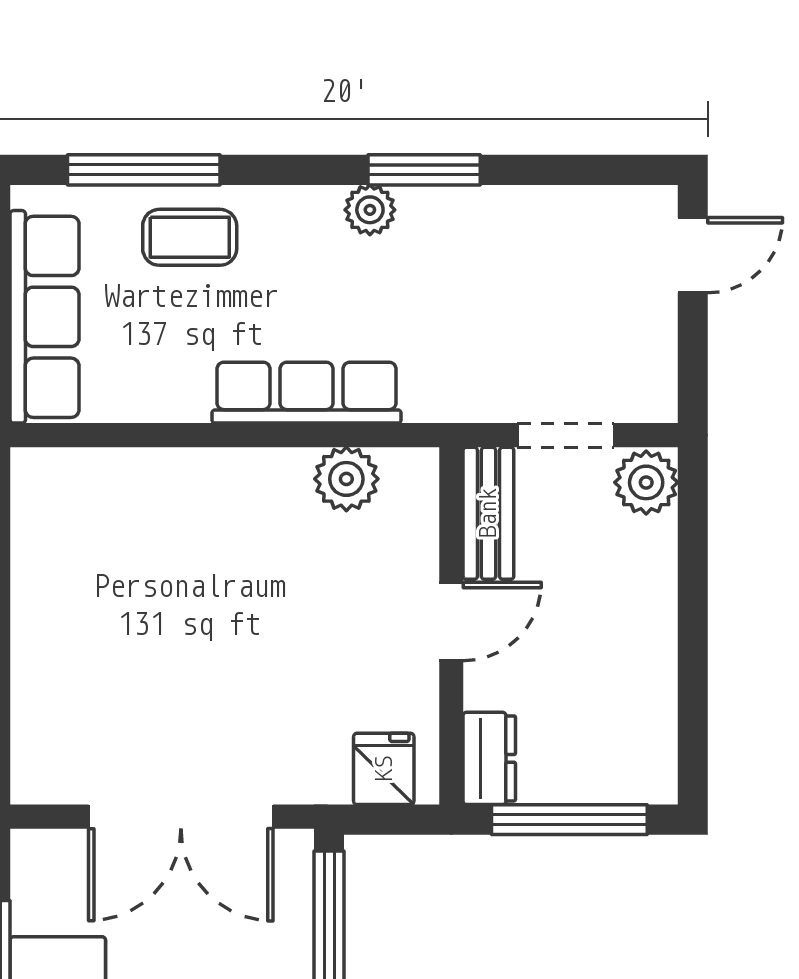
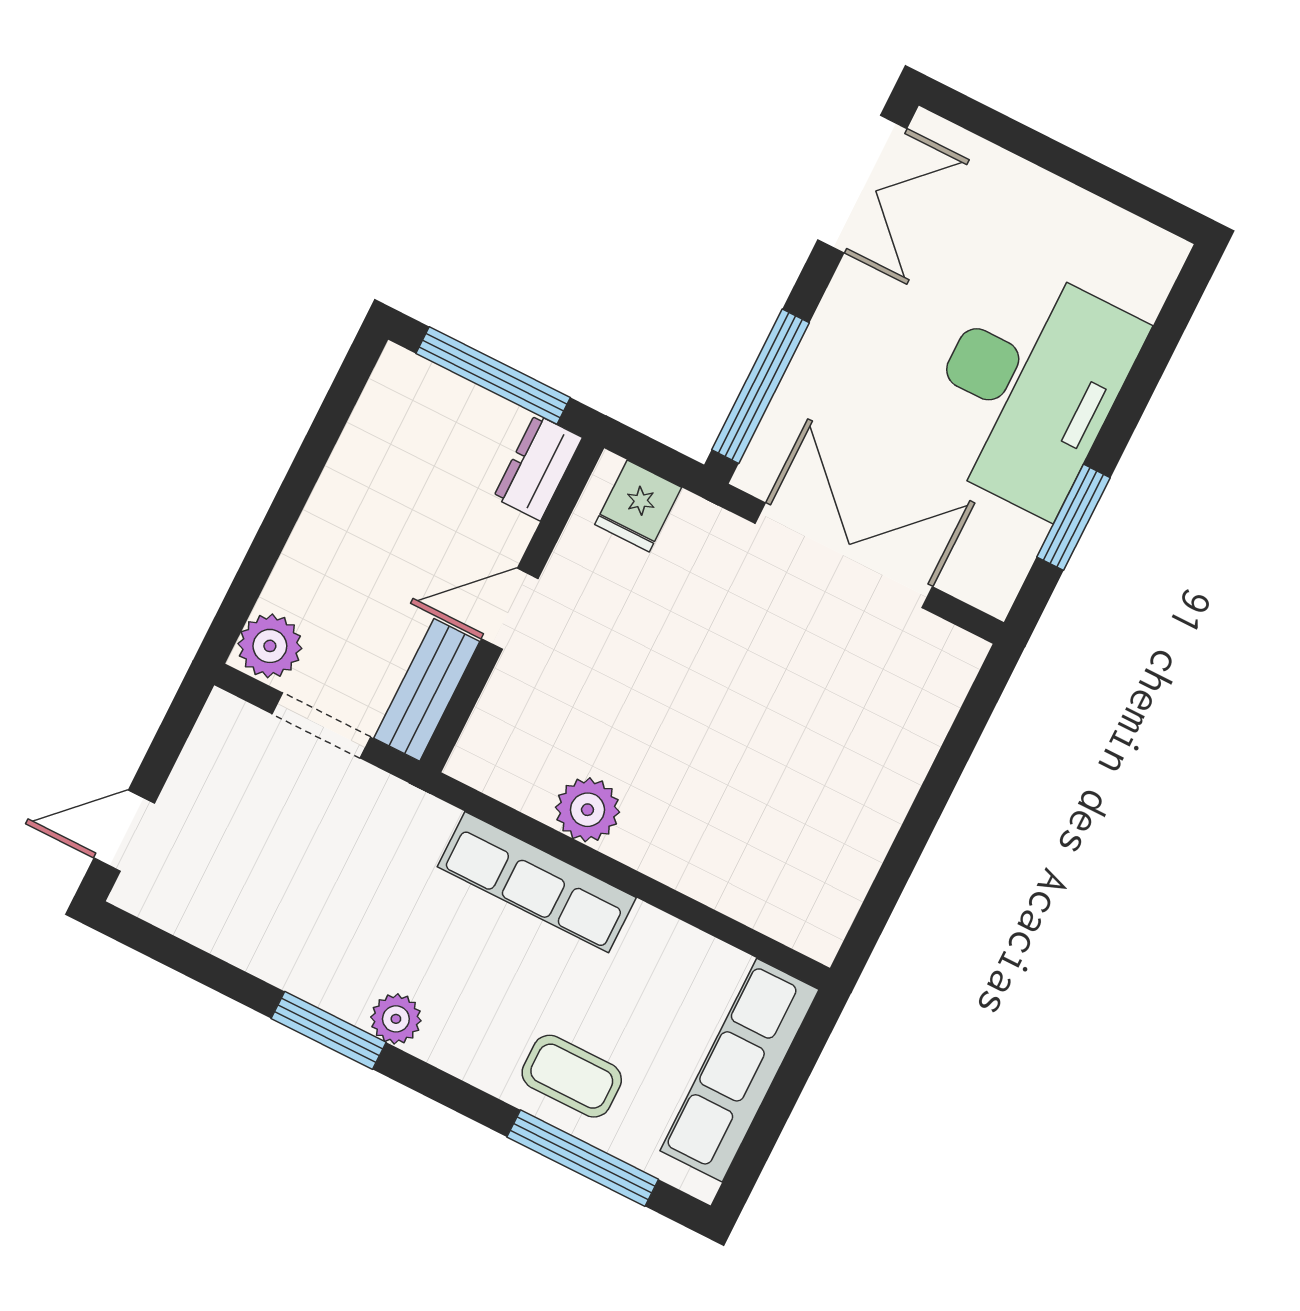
plant: (346, 479) -> (587, 810), moved

